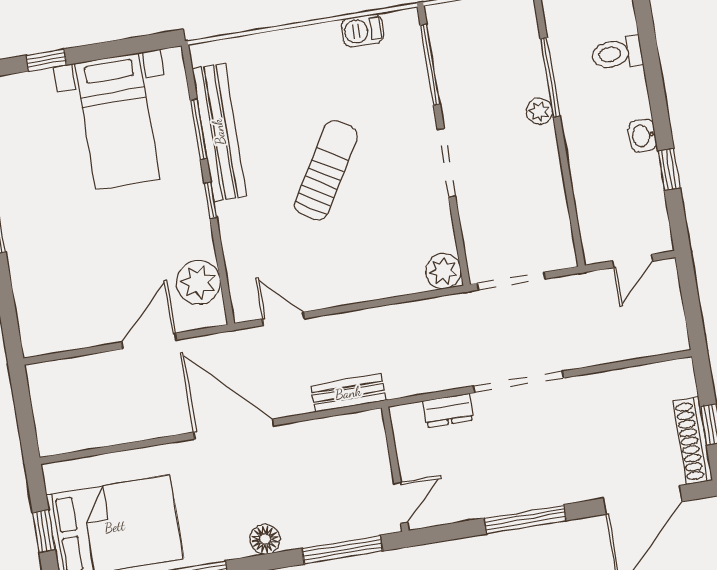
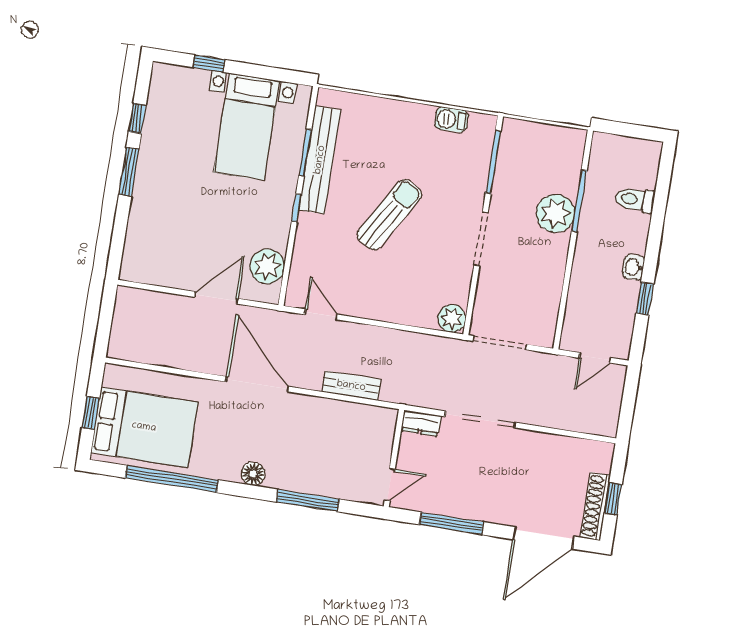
plant: (539, 111) -> (555, 213), width x1.88, depth x1.88
wall: (395, 469) -> (394, 458), moved
door: (401, 503) -> (390, 485), moved

